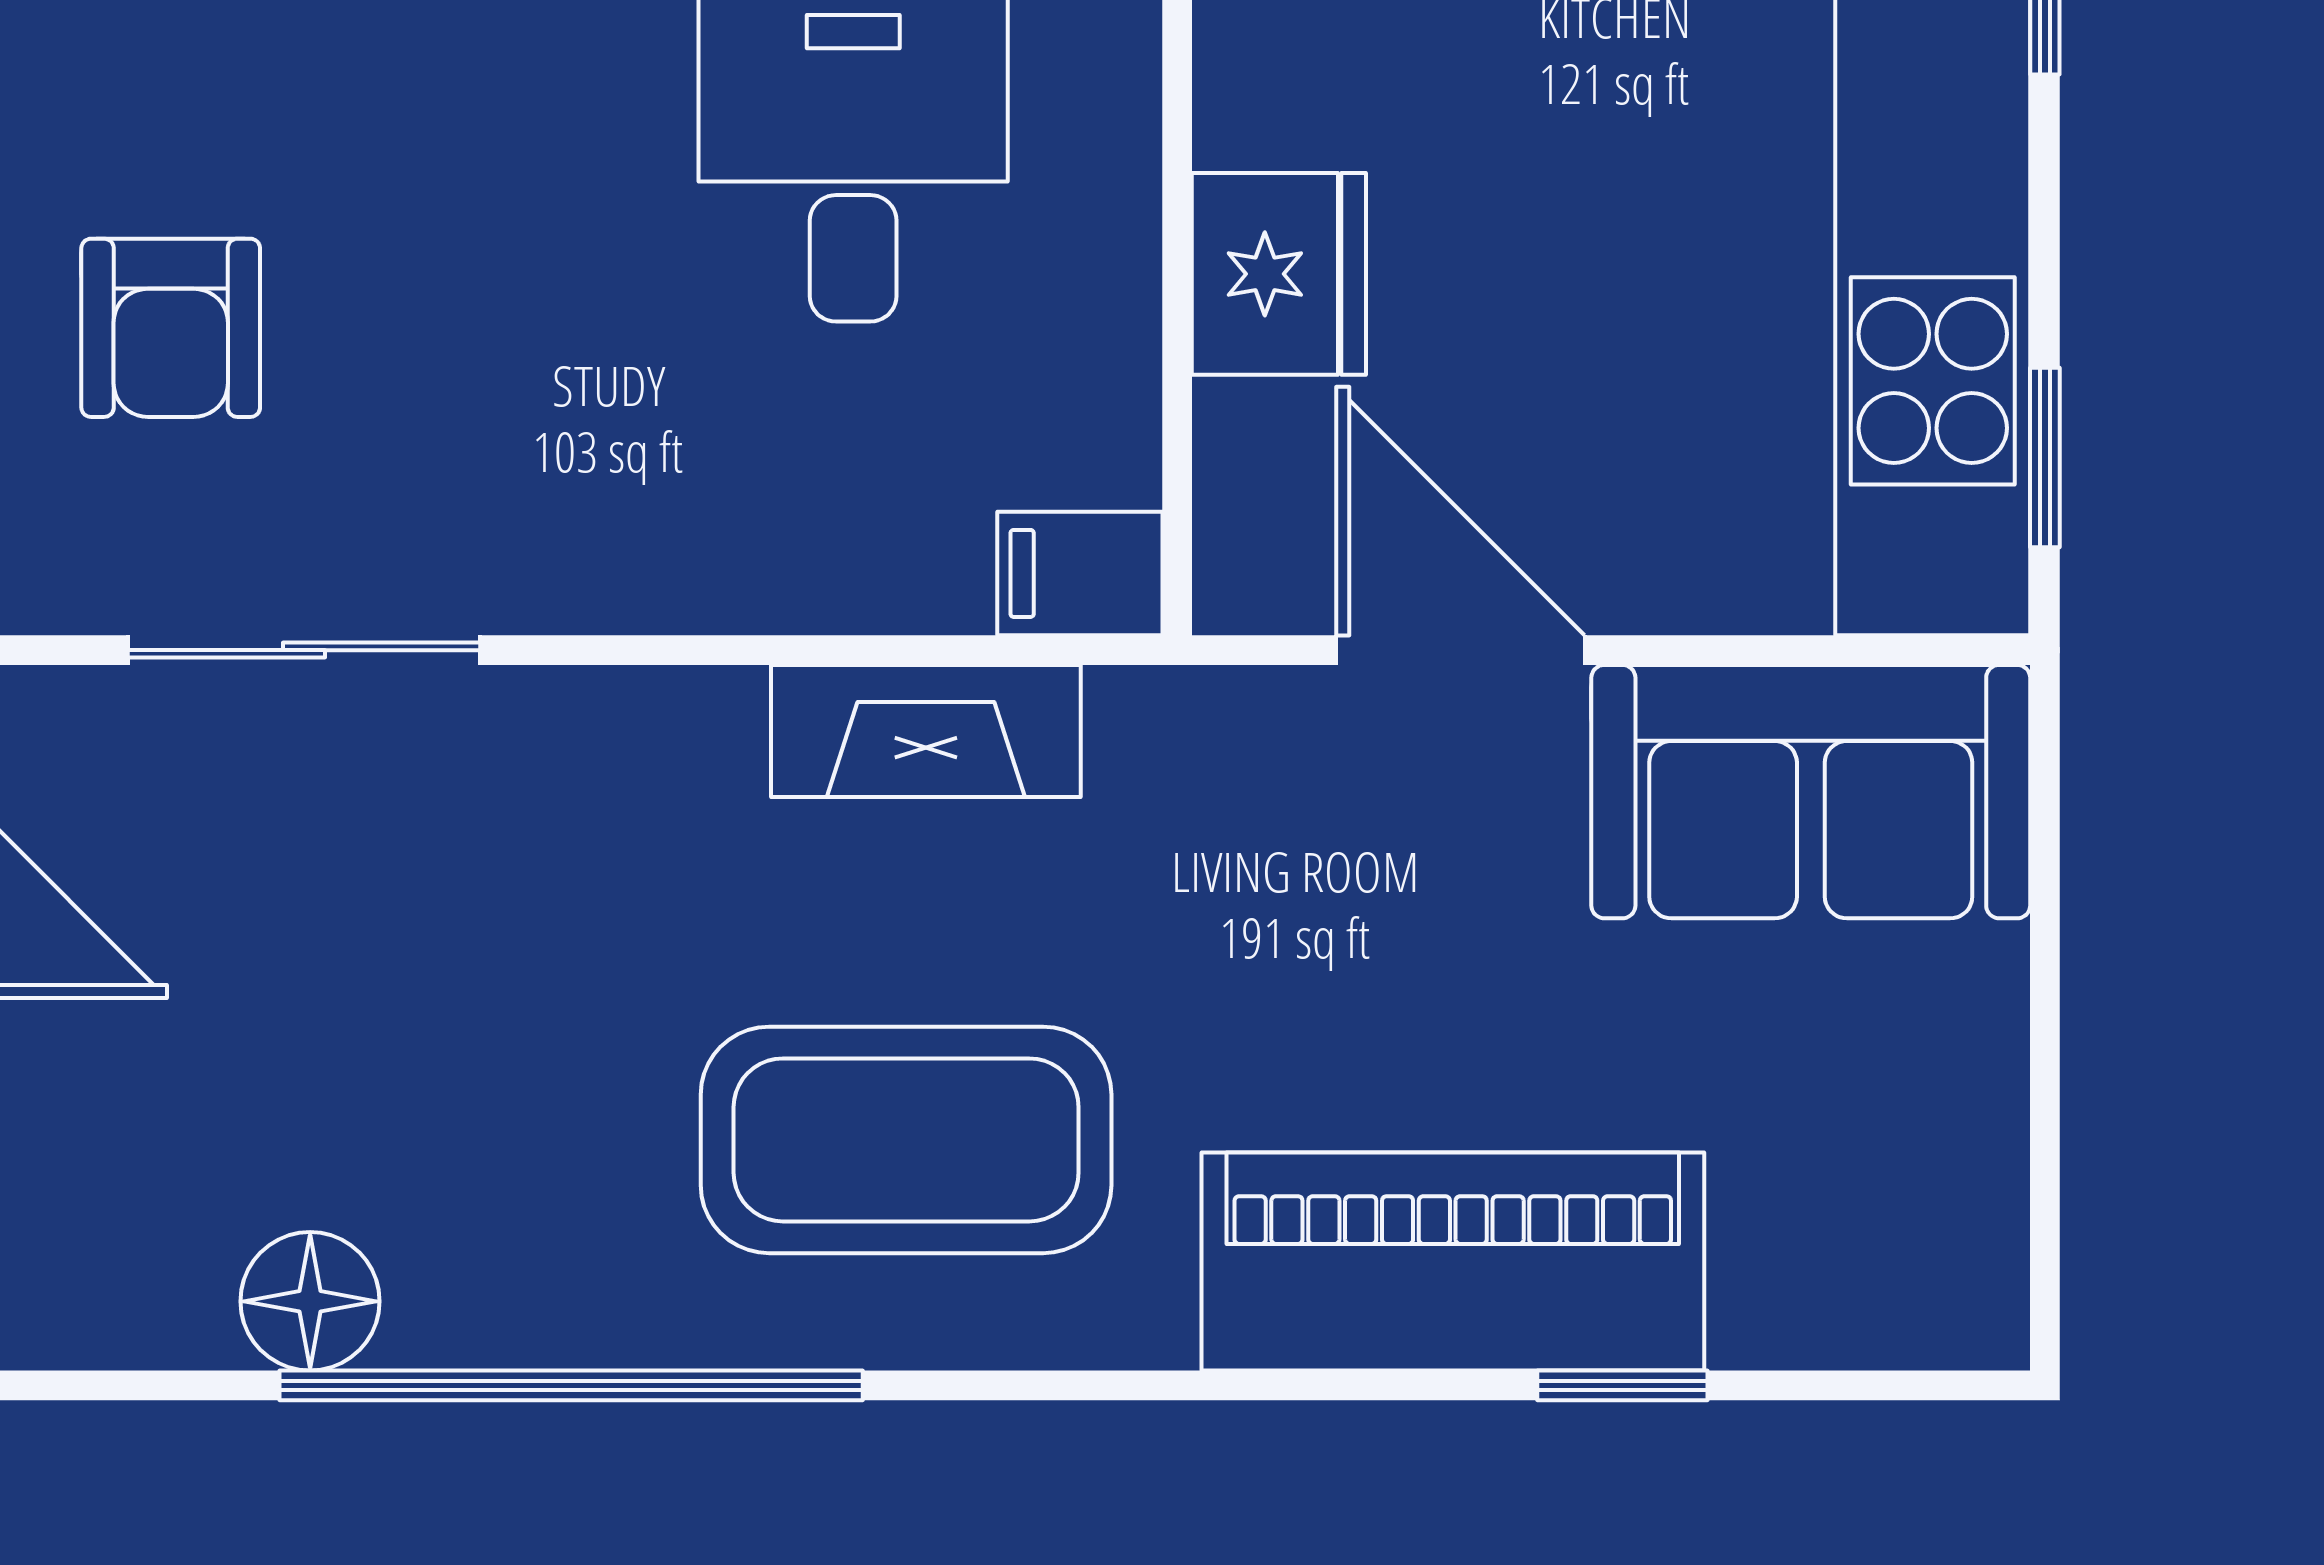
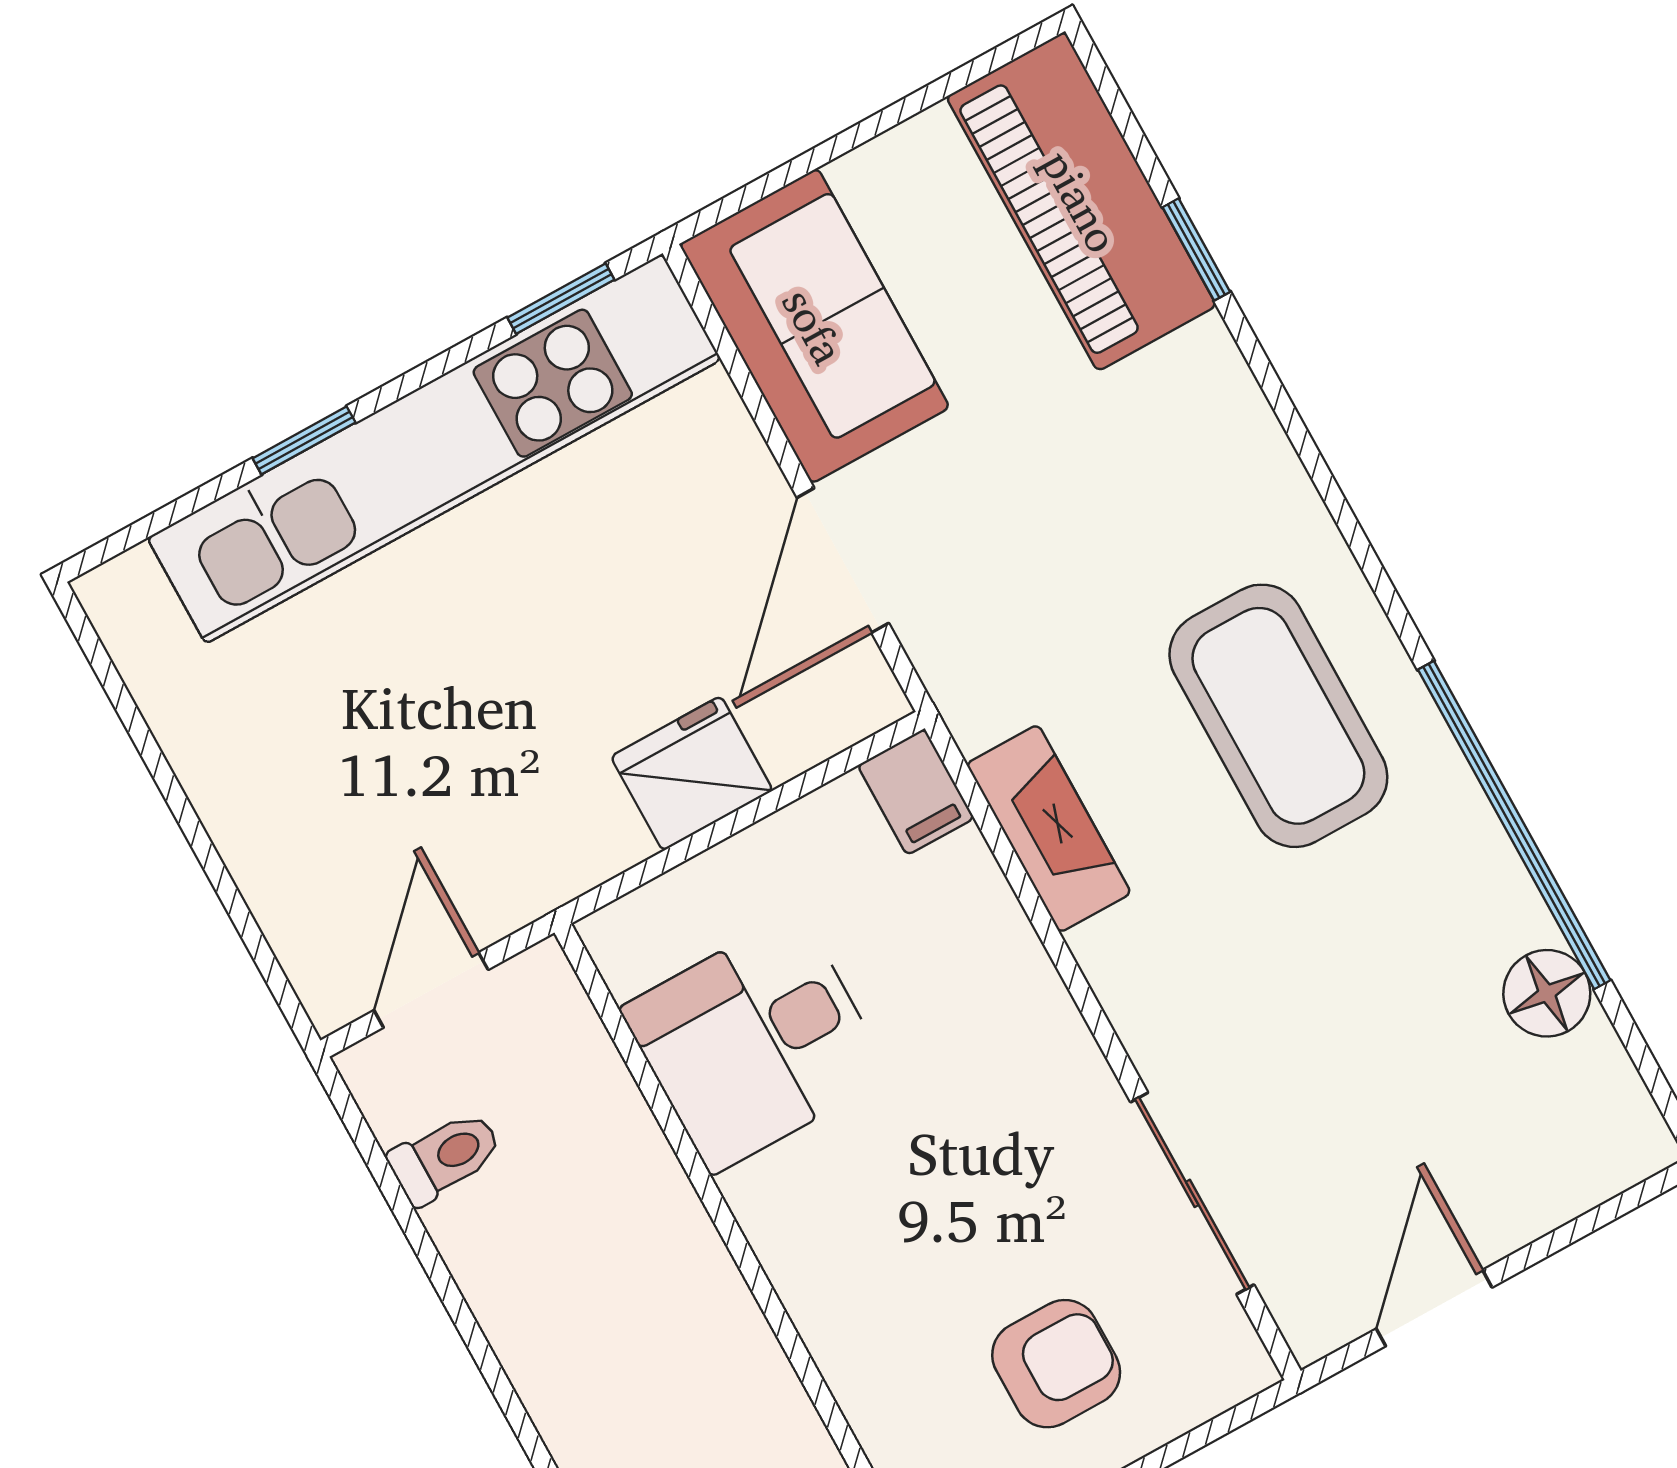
piano: (1453, 1262) -> (1081, 201), moved

